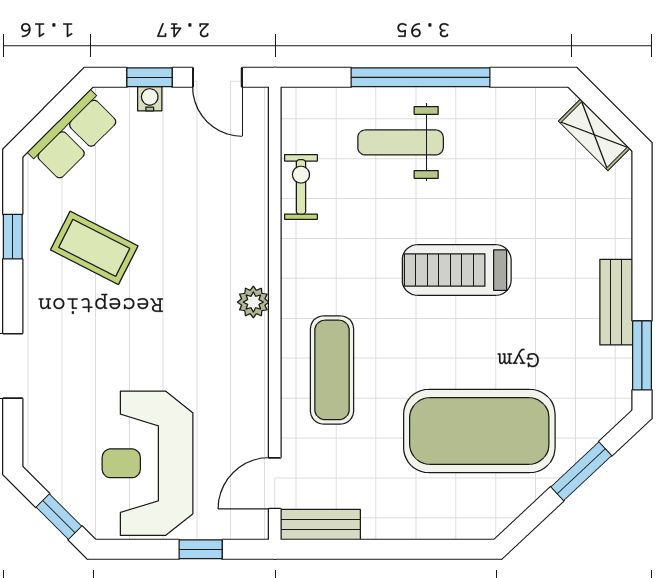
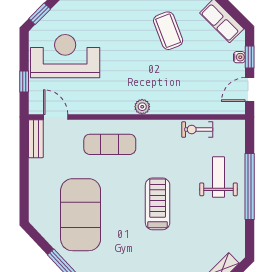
exercise bike: (301, 187) -> (197, 129), turned 180
coffee table: (94, 248) -> (168, 31), turned -48

